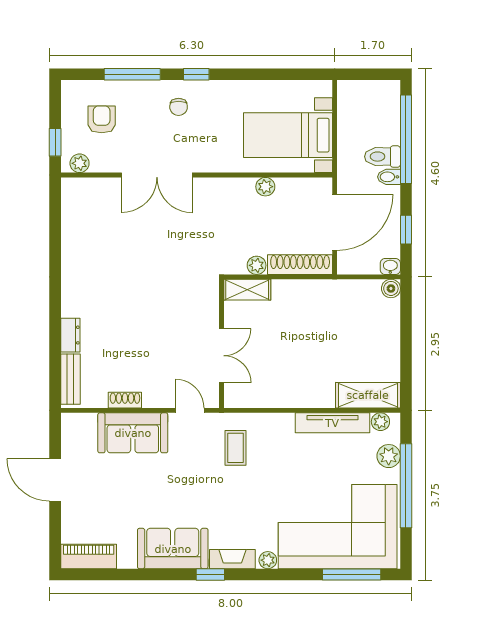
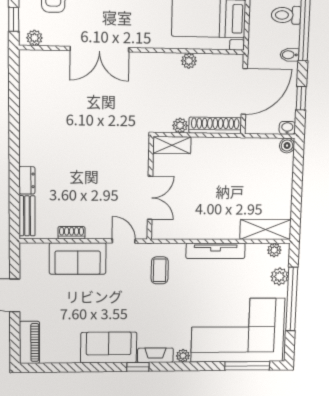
toilet: (383, 157) -> (286, 15), moved
tv unit: (332, 423) -> (216, 251), moved
piano: (89, 556) -> (29, 342), moved, turned 90

